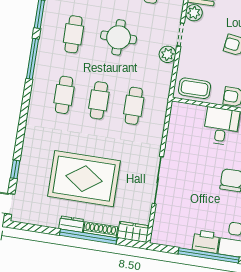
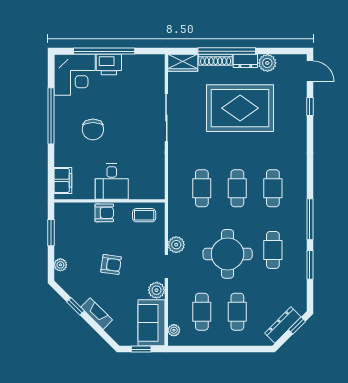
round table: (119, 37) -> (228, 254), width x1.36, depth x1.36
coffee table: (195, 88) -> (144, 215), width x0.73, depth x0.77
plant: (50, 219) -> (267, 63), added

